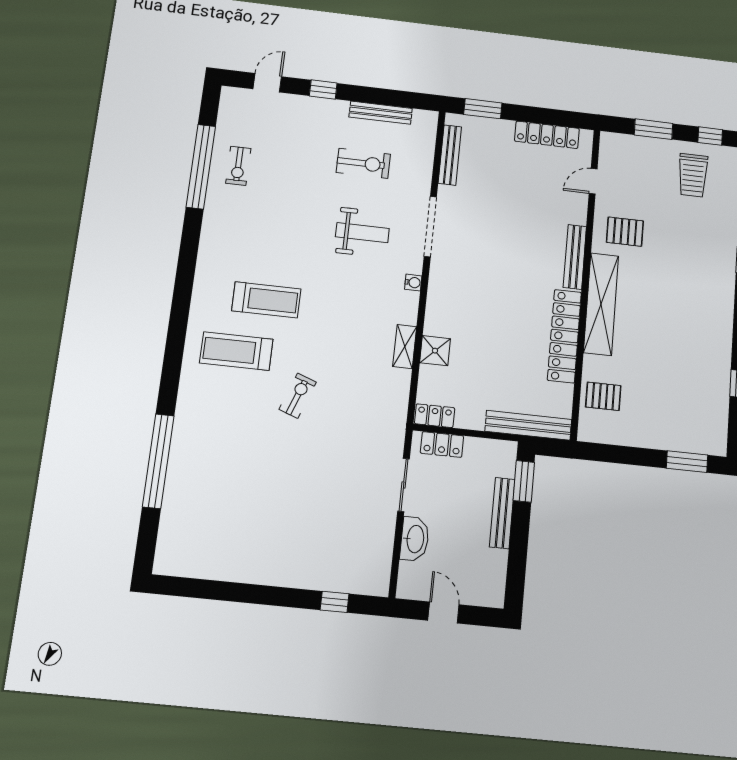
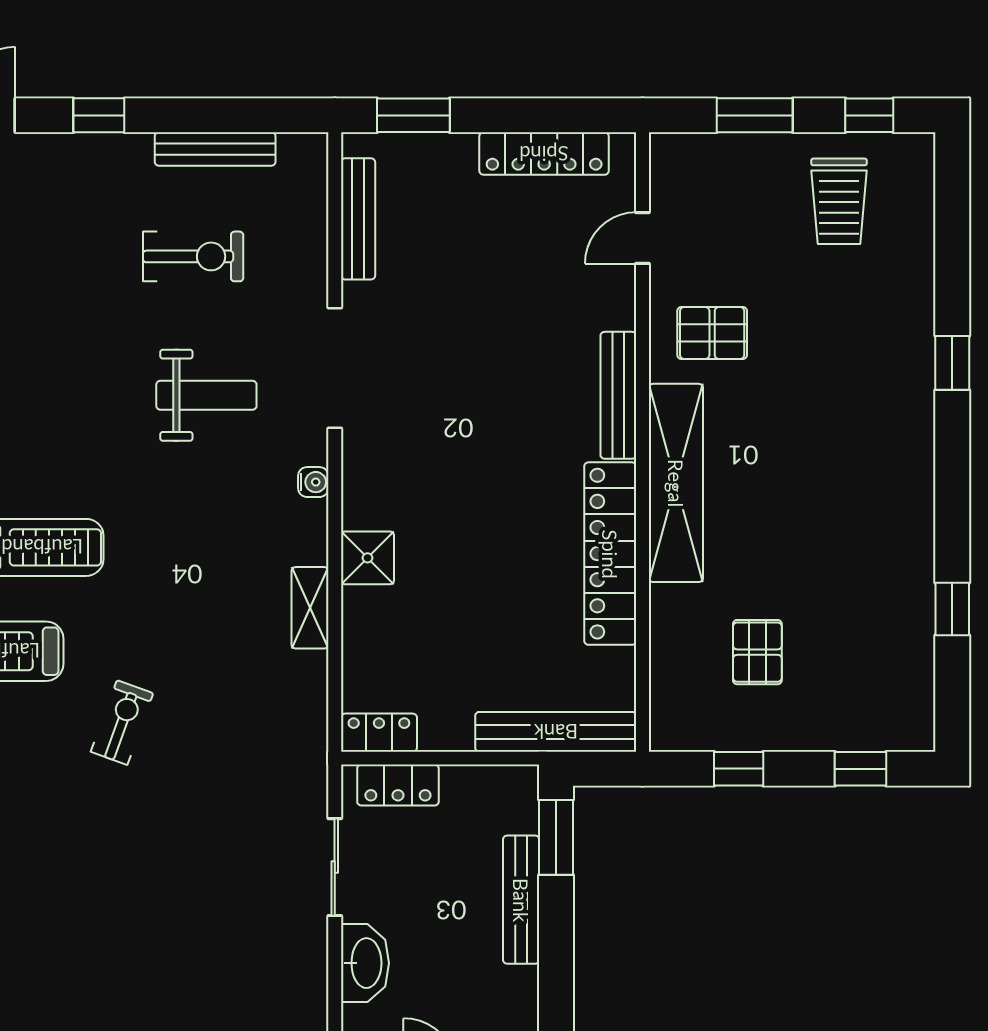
shower: (435, 351) -> (367, 558), moved
pallet: (603, 396) -> (757, 652), moved, turned 90
window: (623, 455) -> (739, 769), added
window: (687, 462) -> (861, 769), width x0.67

